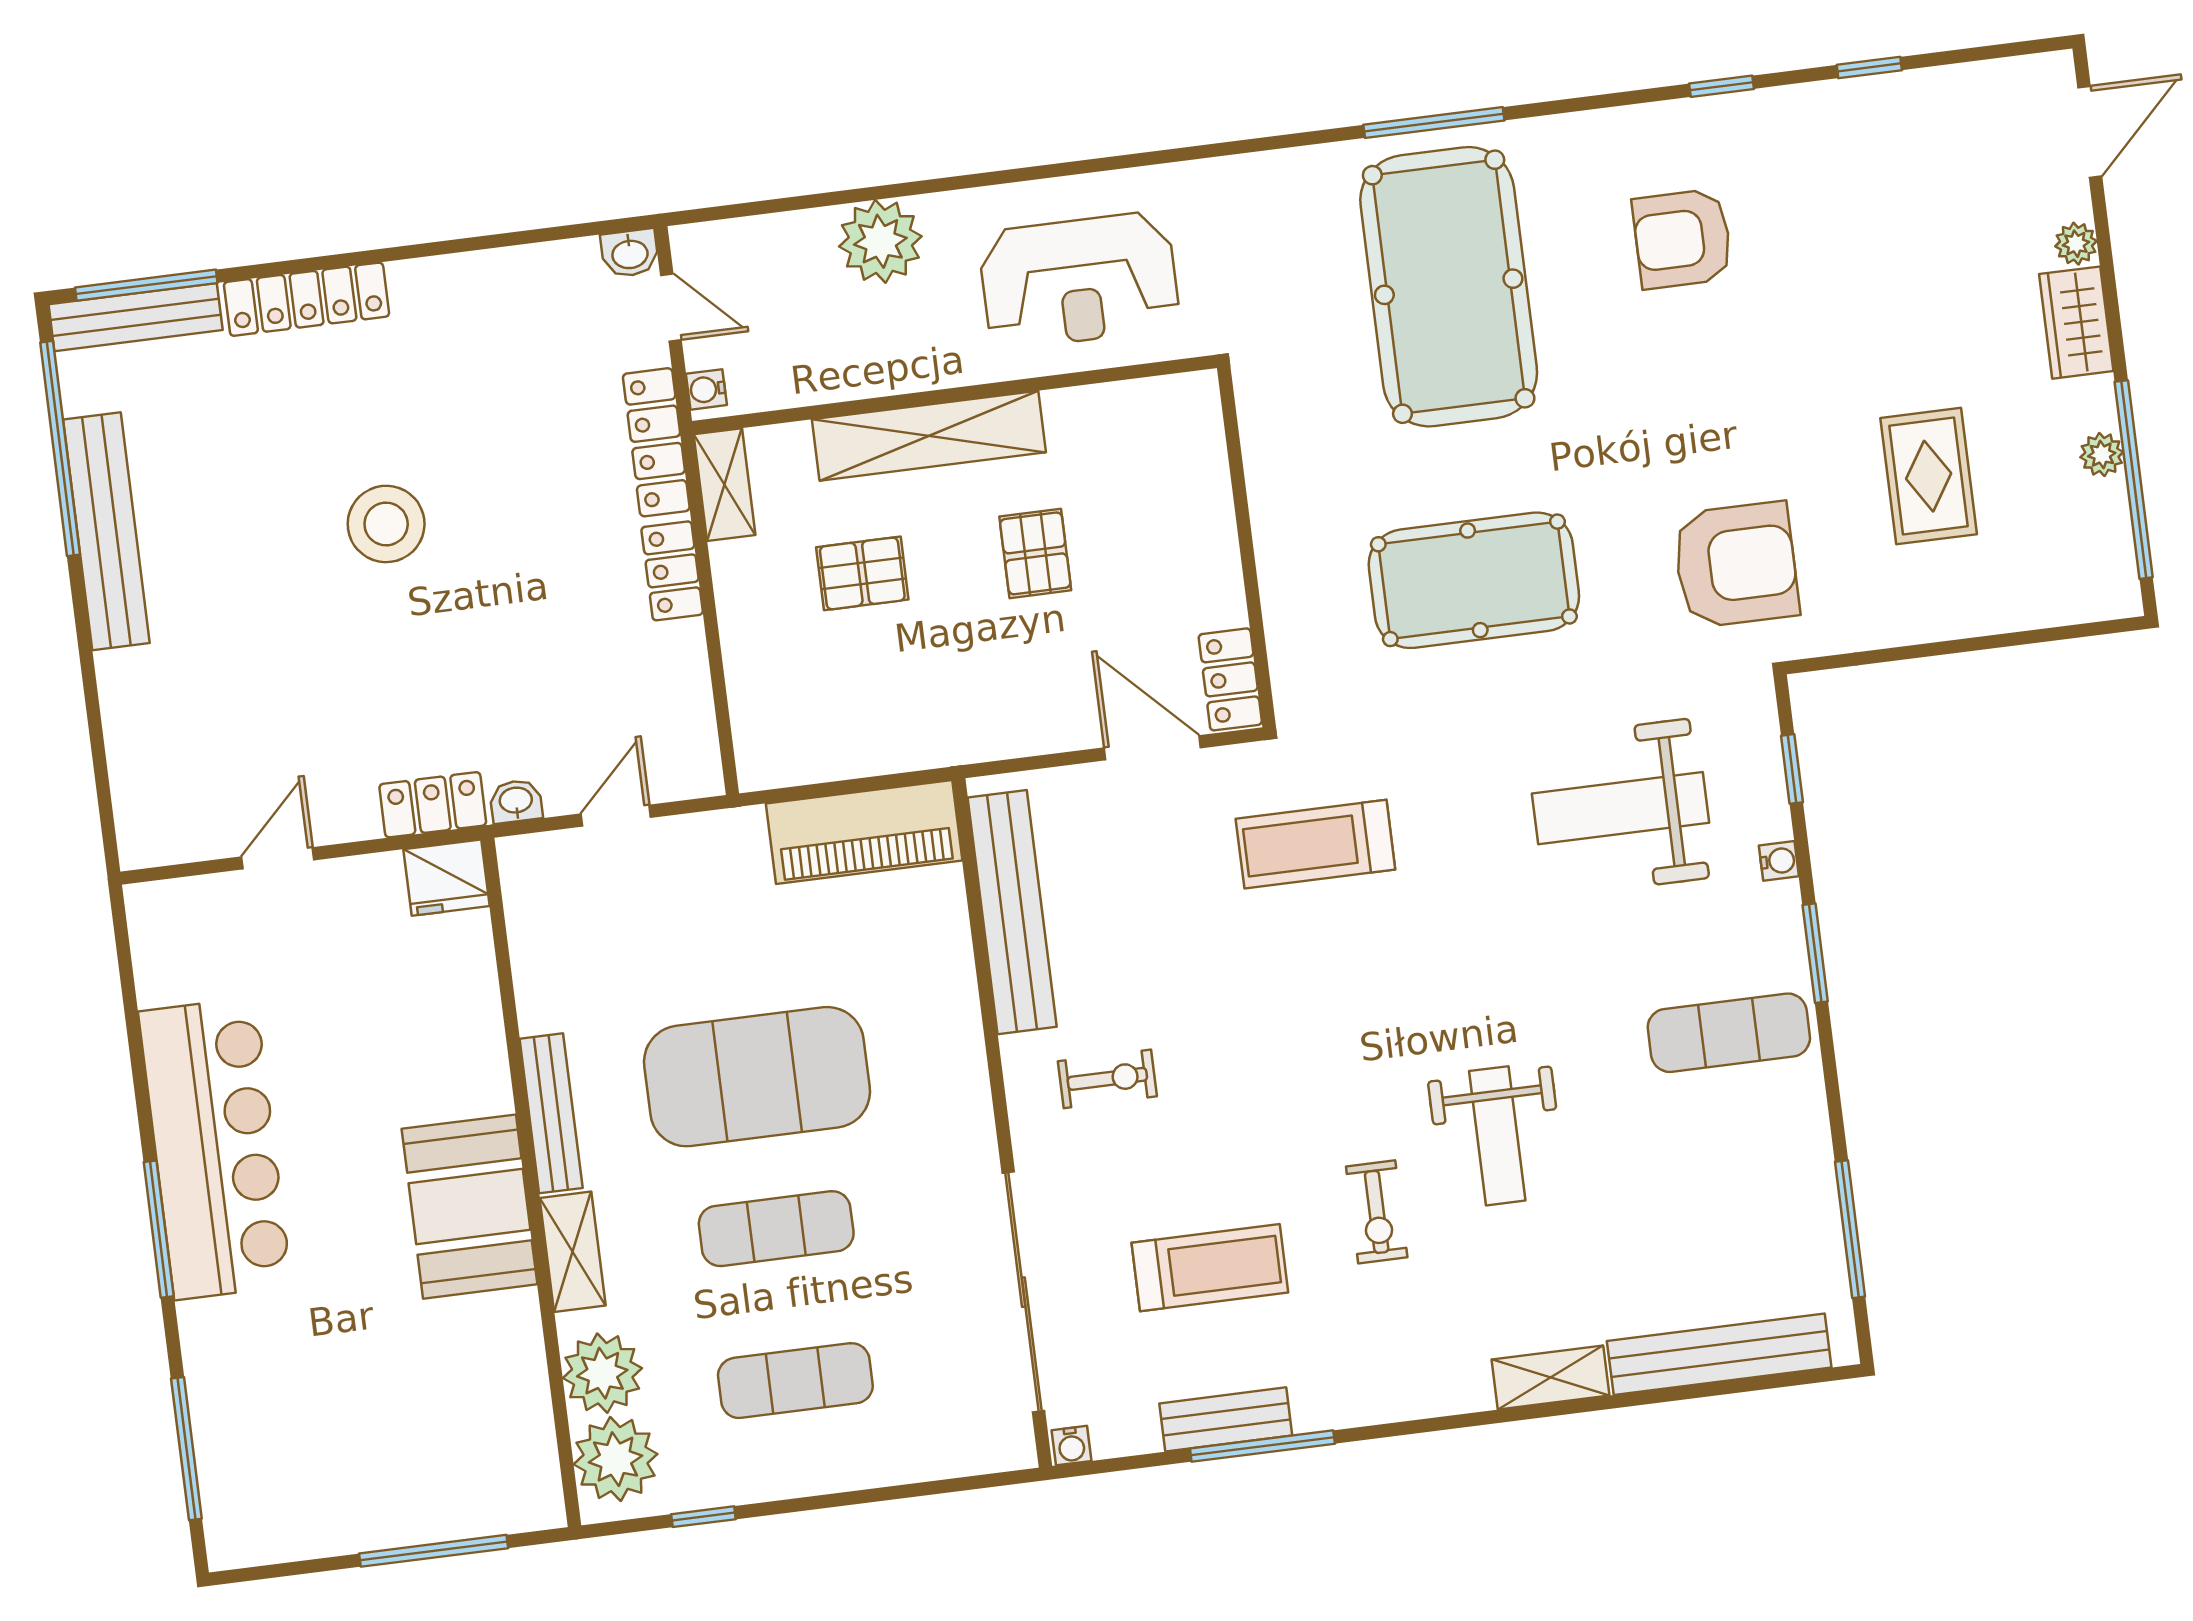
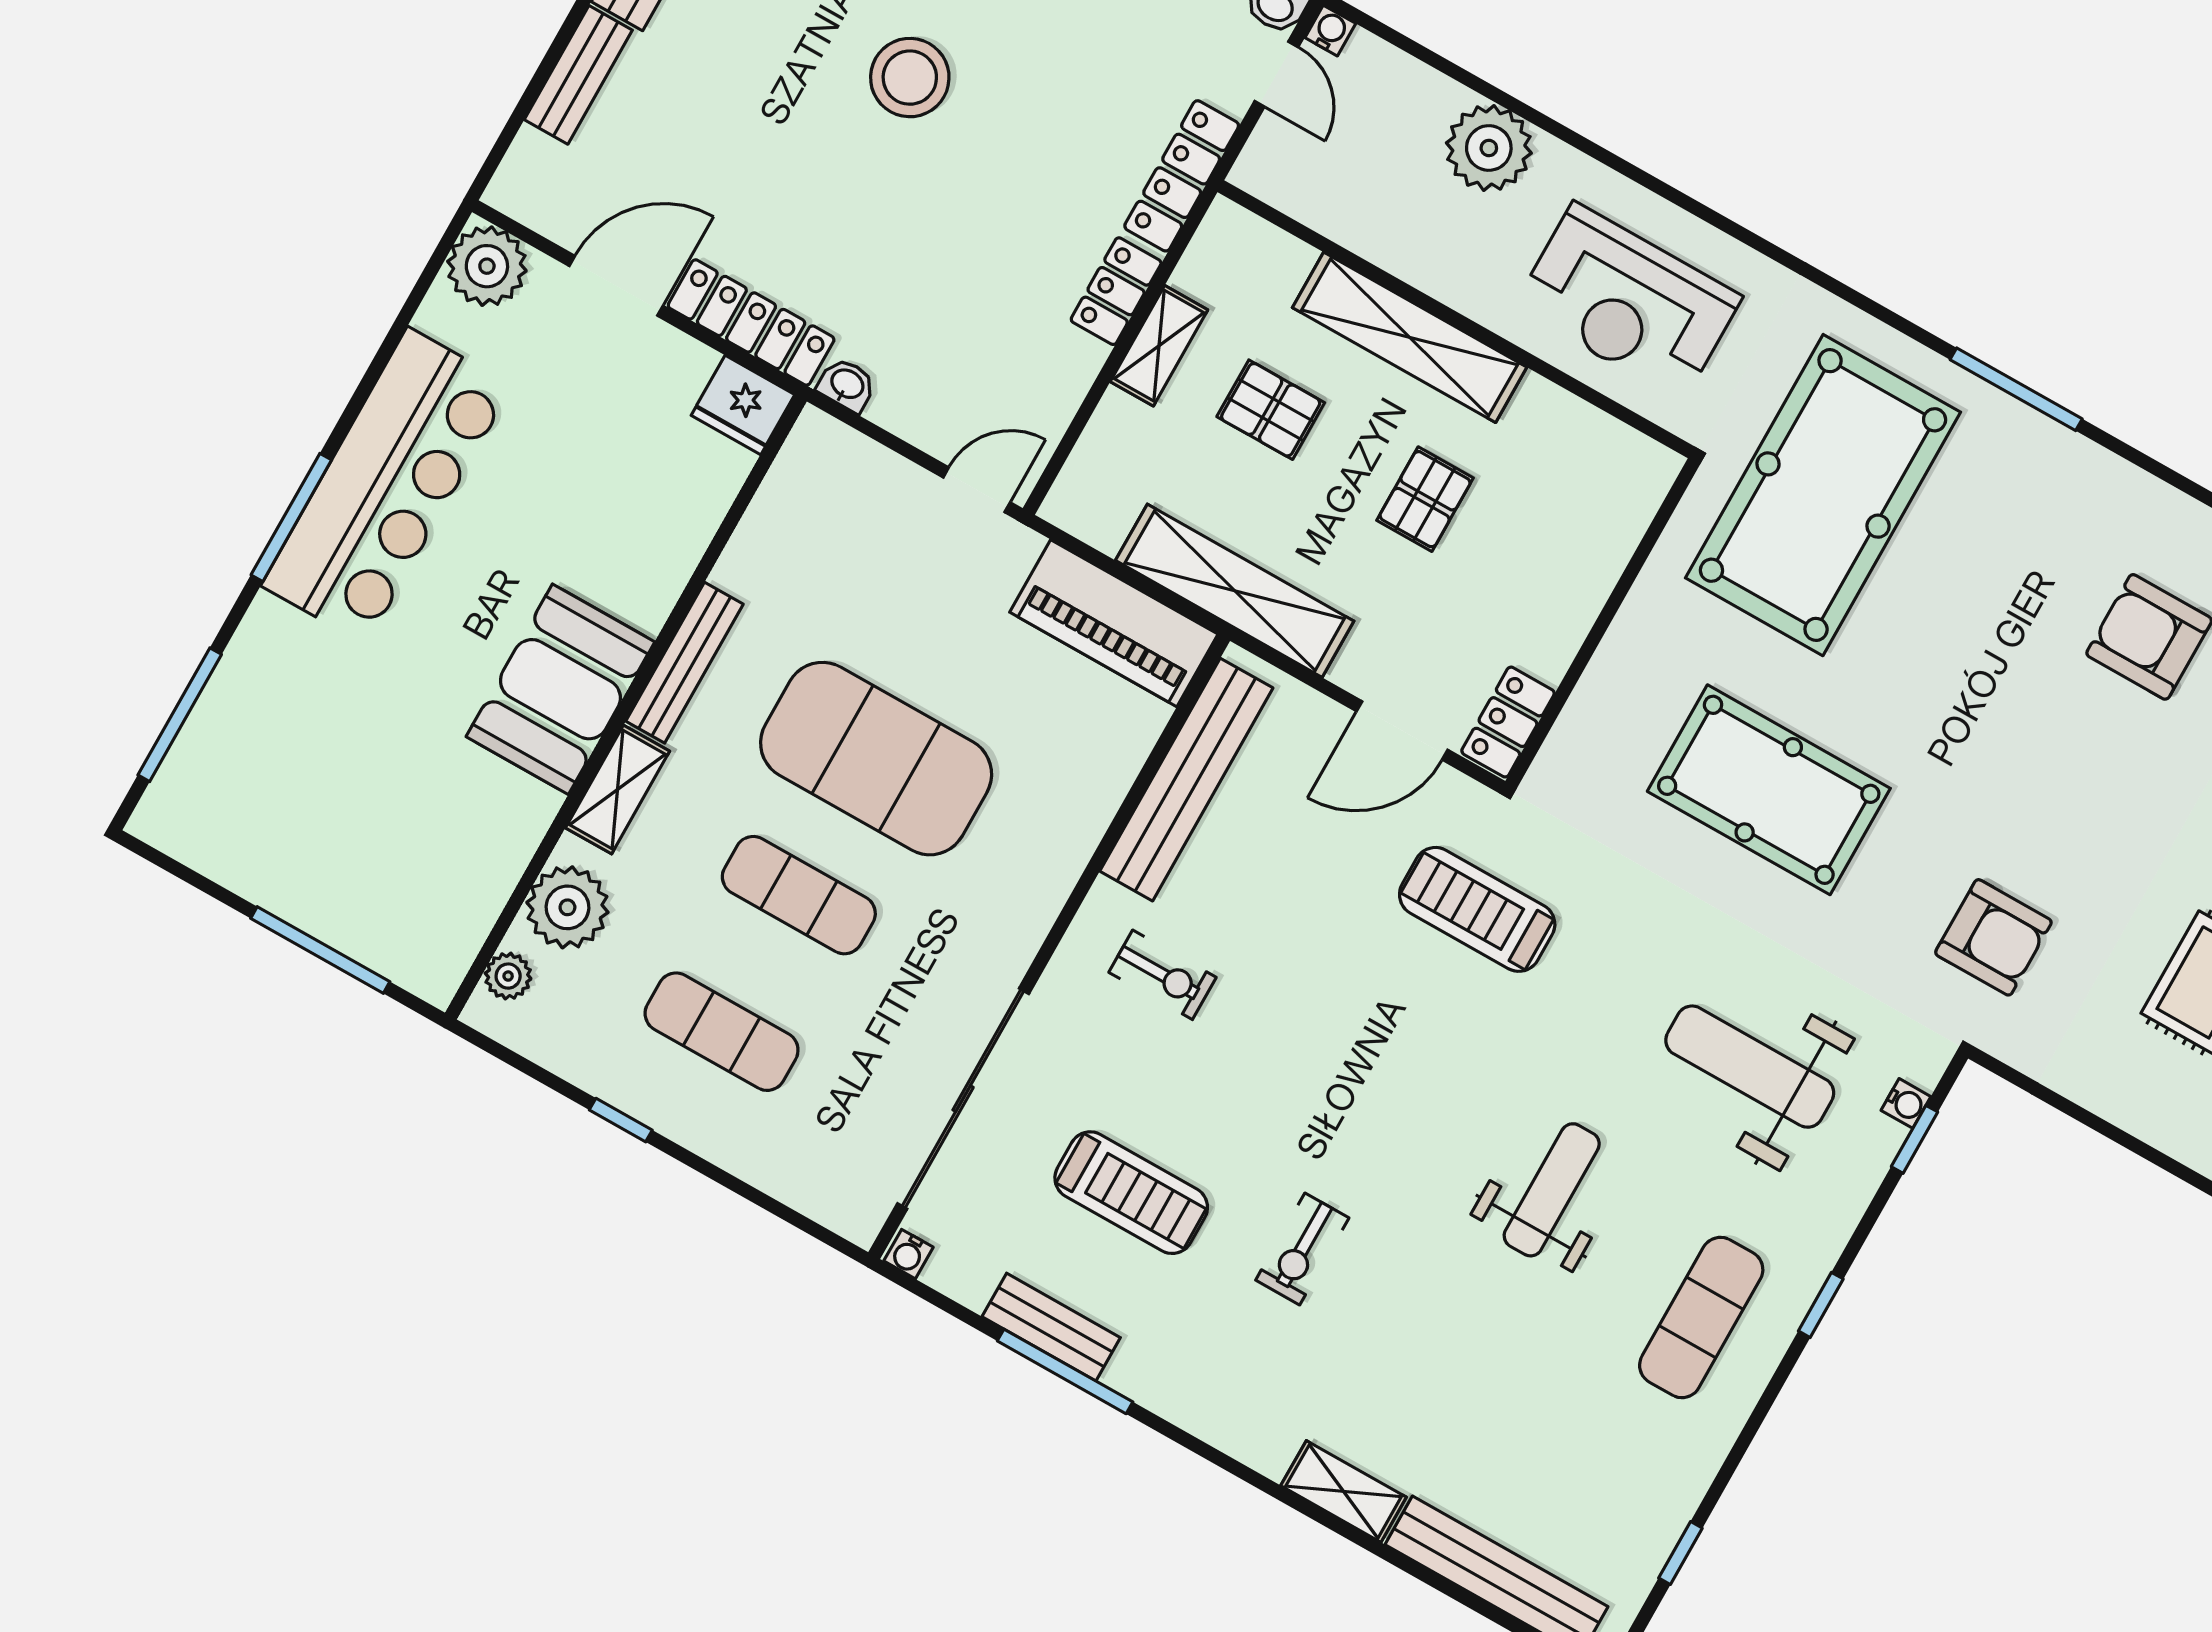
pool table: (1449, 287) -> (1823, 495), moved
water cooler: (706, 389) -> (1330, 31), moved, turned 90
shelving: (724, 485) -> (1159, 346), moved
armchair: (1736, 565) -> (1993, 937), width x0.73, depth x0.73
bench: (125, 715) -> (578, 75), added
shelving: (940, 736) -> (1235, 591), added
door: (1152, 748) -> (1402, 731), swing flipped
locker: (433, 805) -> (751, 322), width x1.53
door: (616, 816) -> (977, 490), moved
door: (278, 858) -> (616, 286), width x1.38
water cooler: (1779, 861) -> (1906, 1103), moved
plant: (165, 918) -> (487, 266), added
window: (1815, 953) -> (1821, 1305), width x0.67
exercise mat: (1729, 1033) -> (1701, 1317), turned 90
weight bench: (1497, 1136) -> (1552, 1190), moved, turned 180
window: (1850, 1229) -> (1680, 1553), width x0.46
plant: (616, 1459) -> (508, 976), width x0.53, depth x0.53
window: (703, 1517) -> (621, 1120), moved

